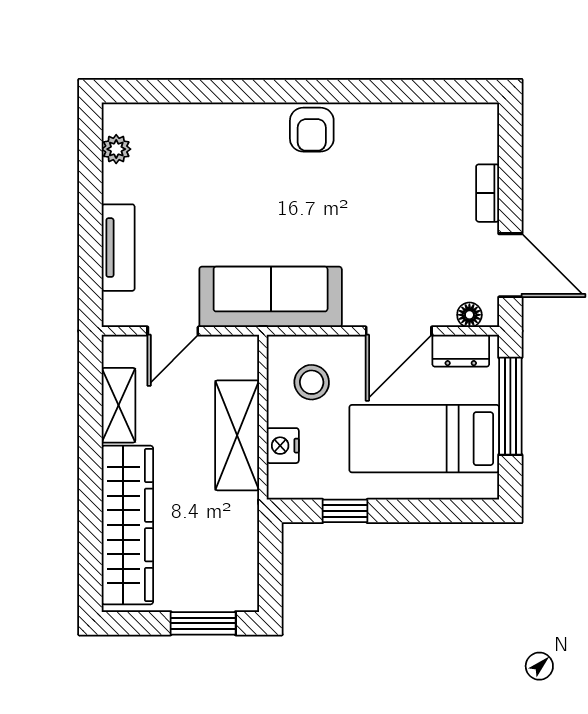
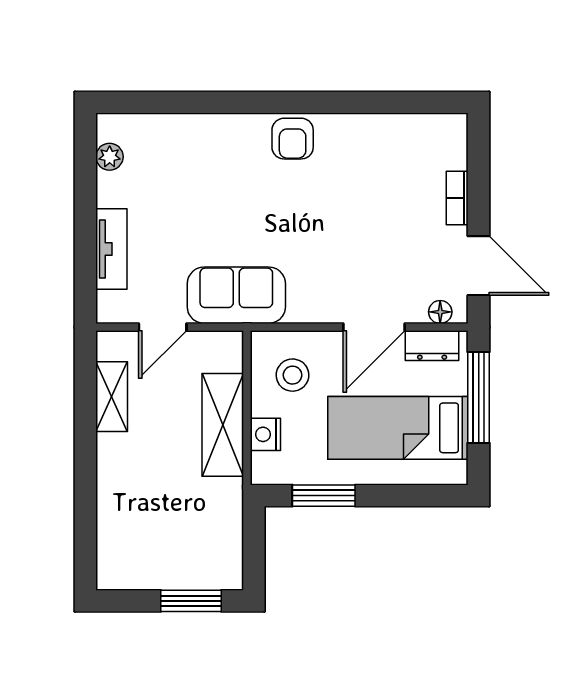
sofa: (271, 297) -> (236, 295), width x0.73
window: (345, 511) -> (324, 496), width x1.50
wardrobe: (127, 525) -> (120, 509), removed

